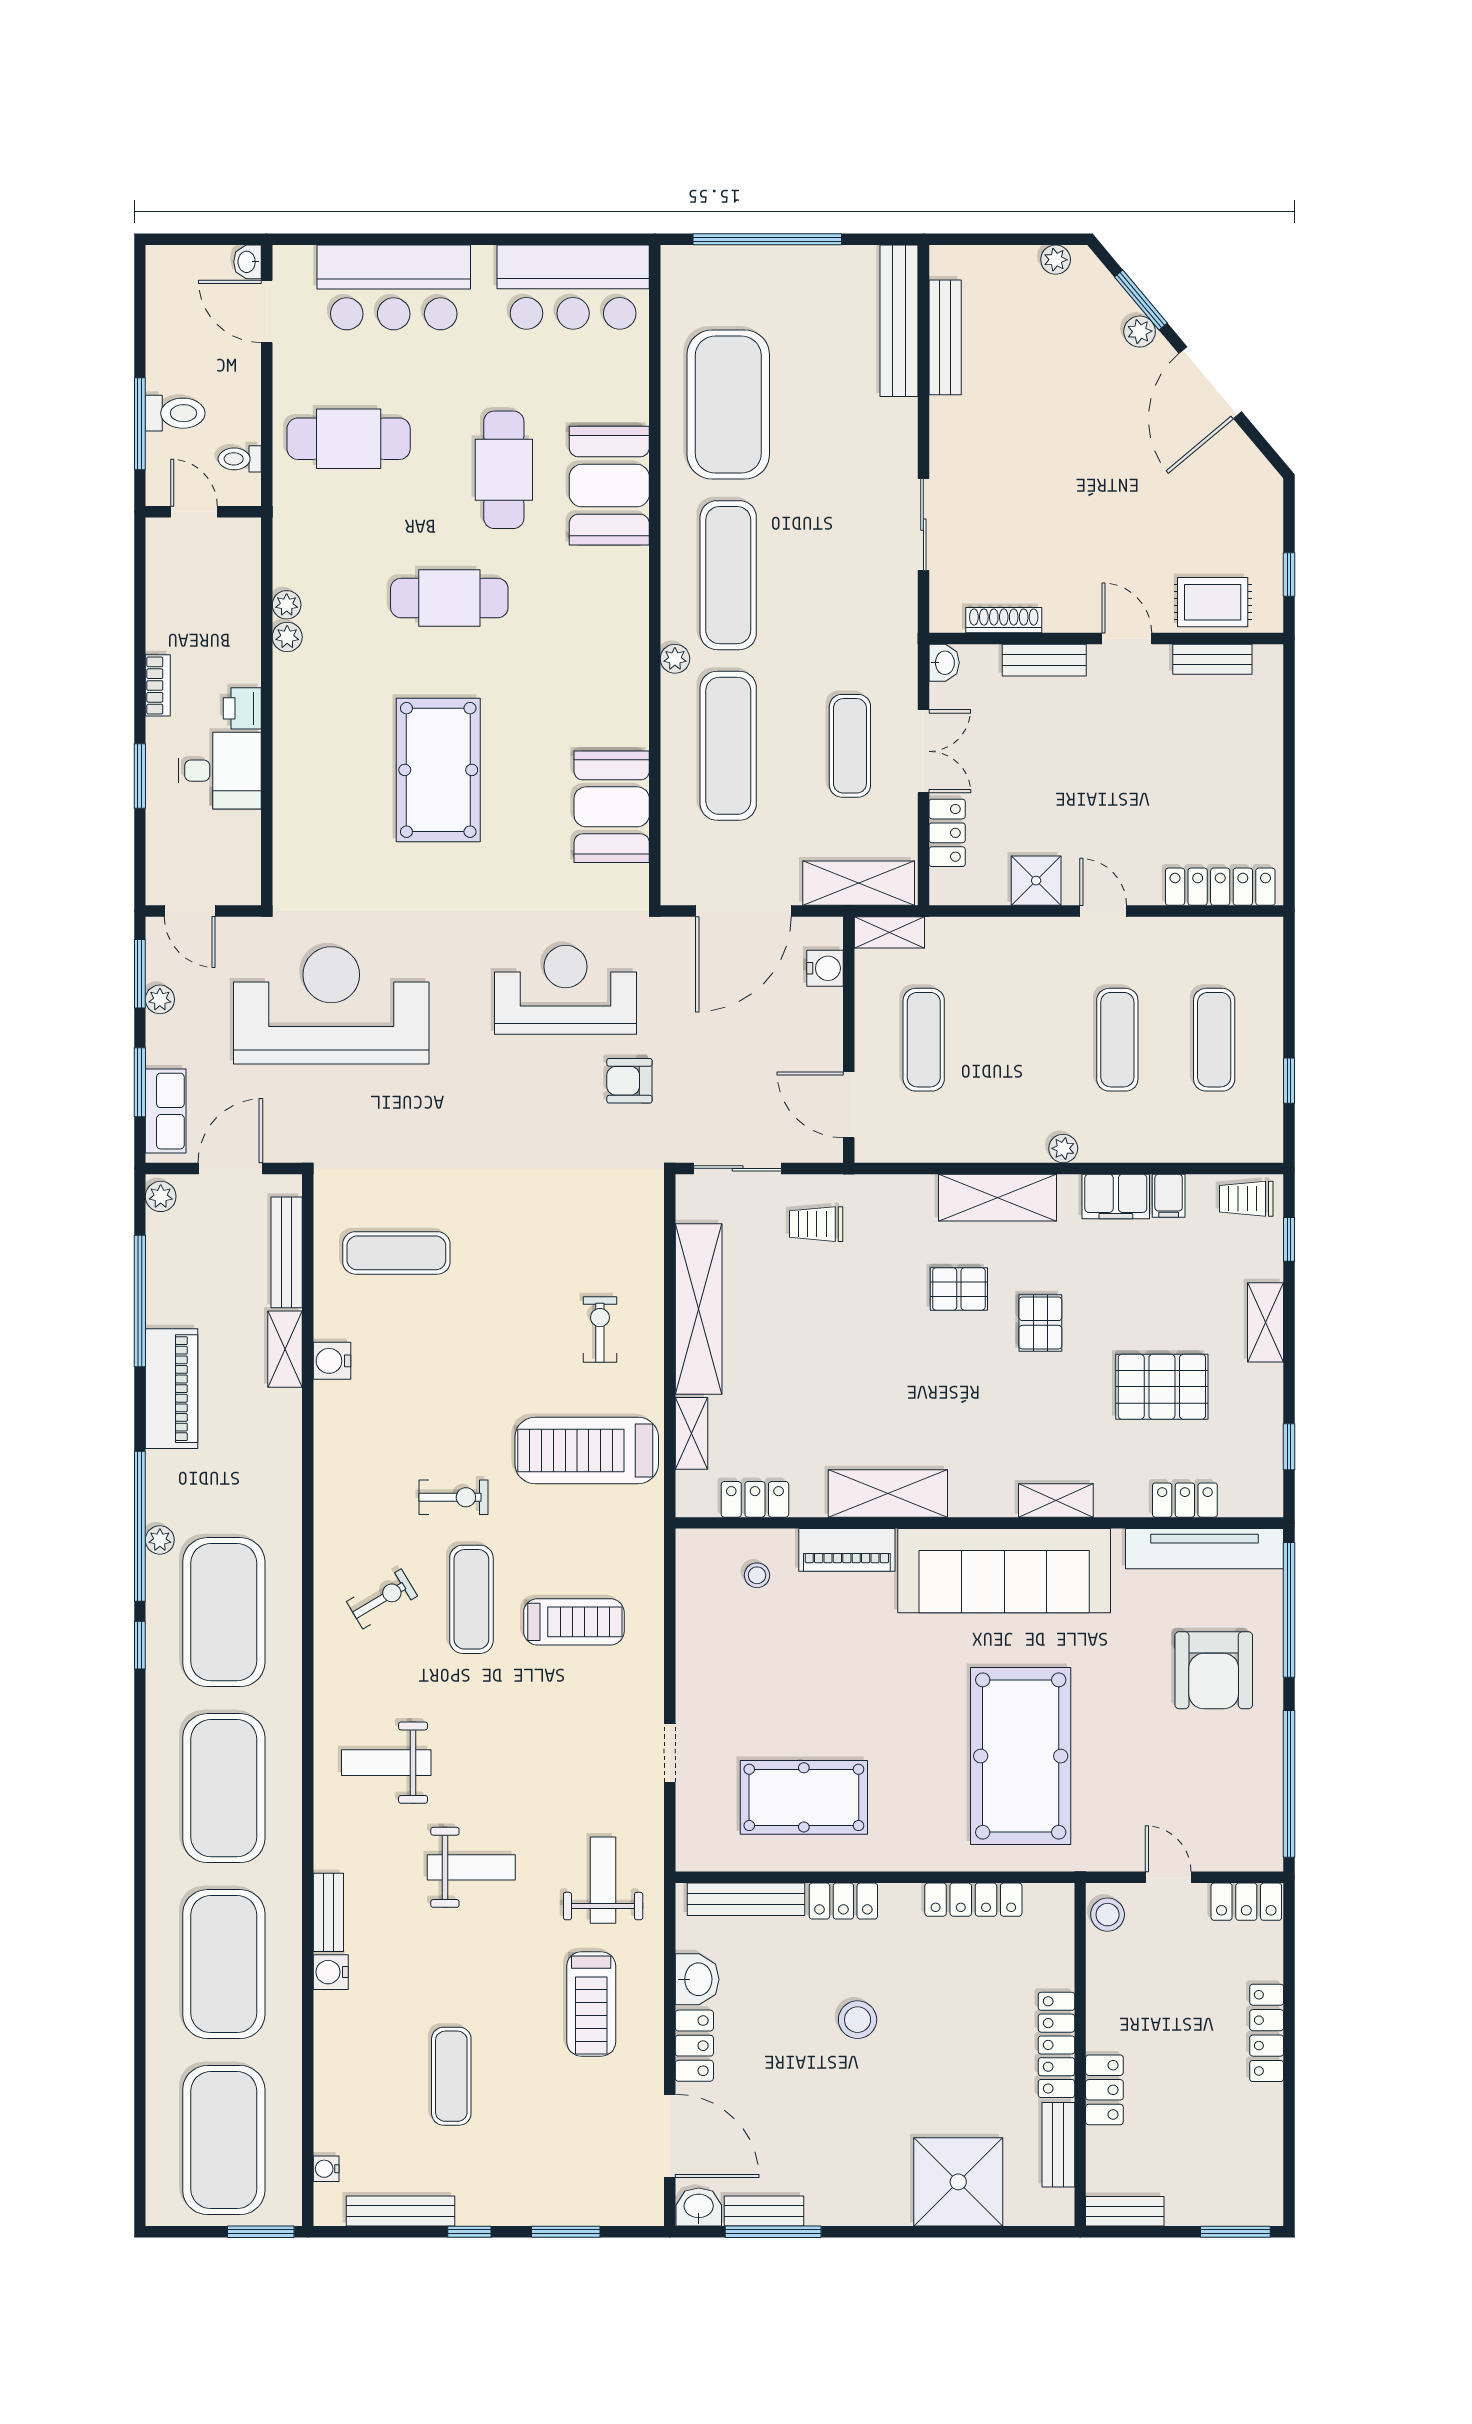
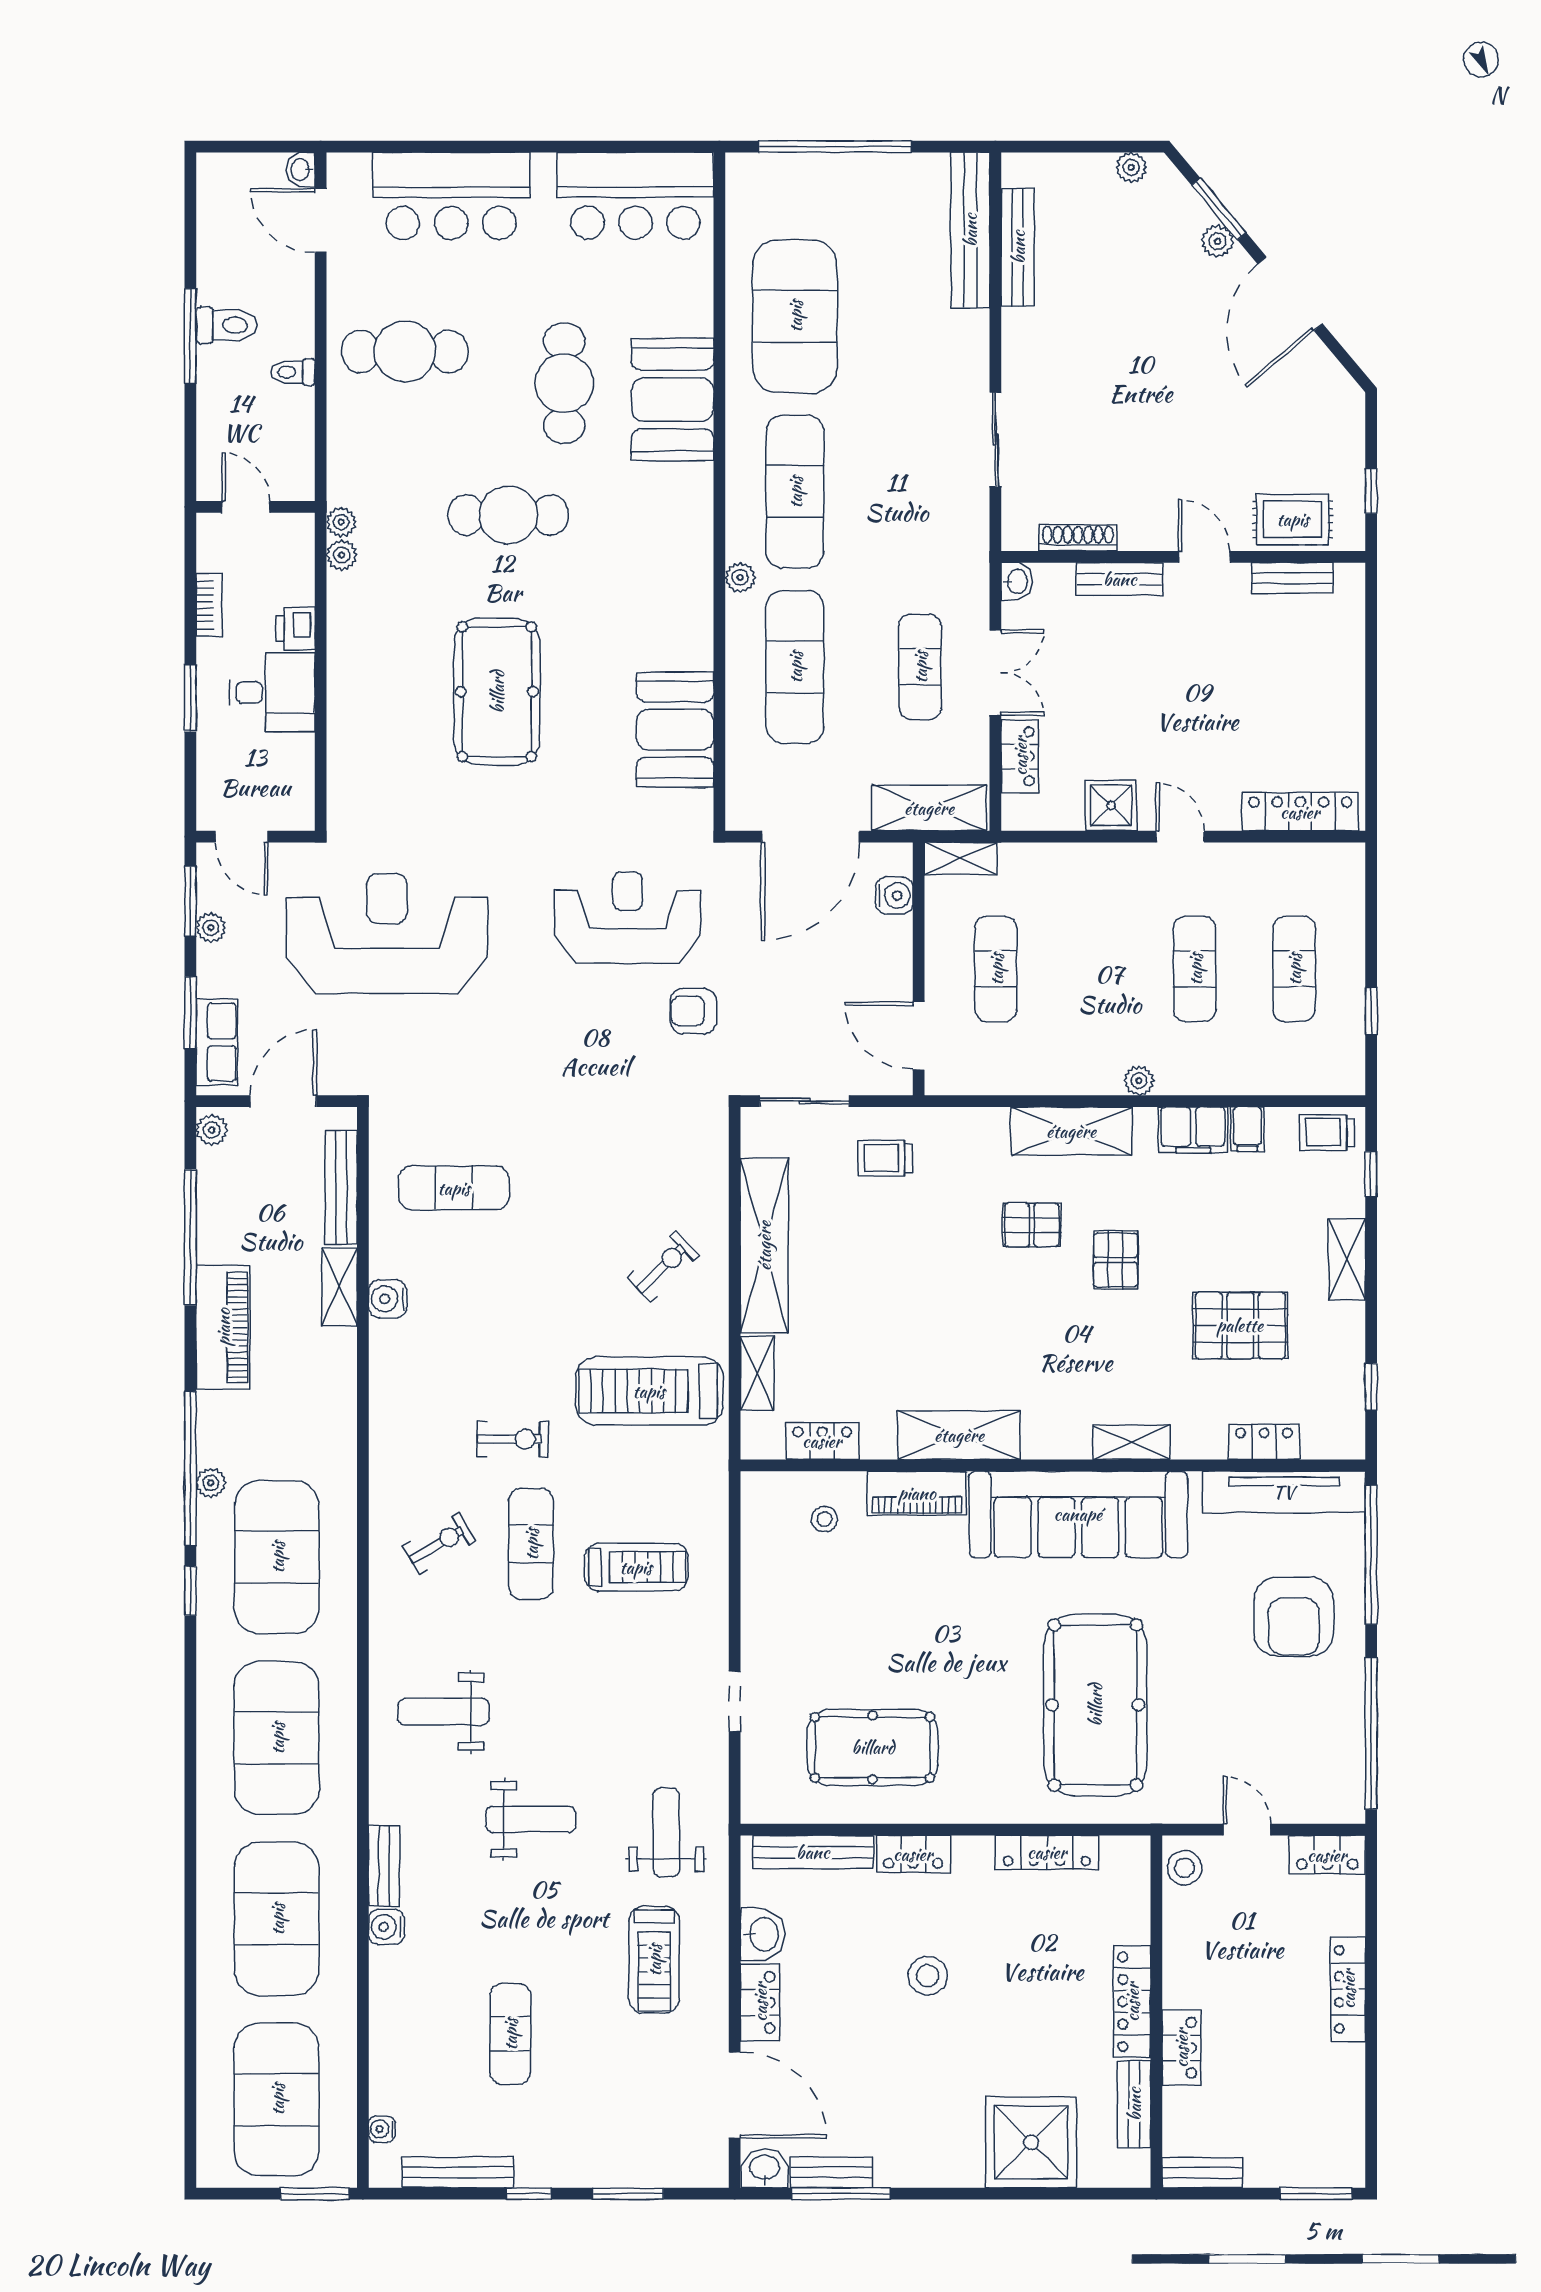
door: (194, 512) -> (246, 507), moved
wall: (203, 512) -> (255, 507), moved
exercise bike: (600, 1329) -> (663, 1267), turned 46

